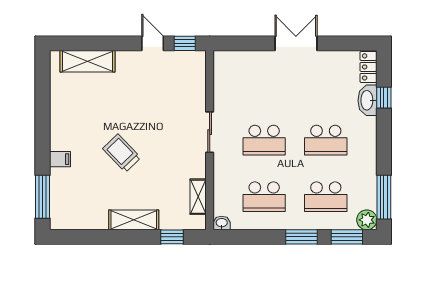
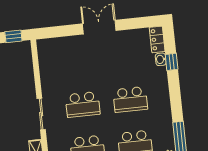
washbasin: (367, 100) -> (161, 59), width x0.52, depth x0.69
sliding door: (210, 132) -> (41, 114), moved

